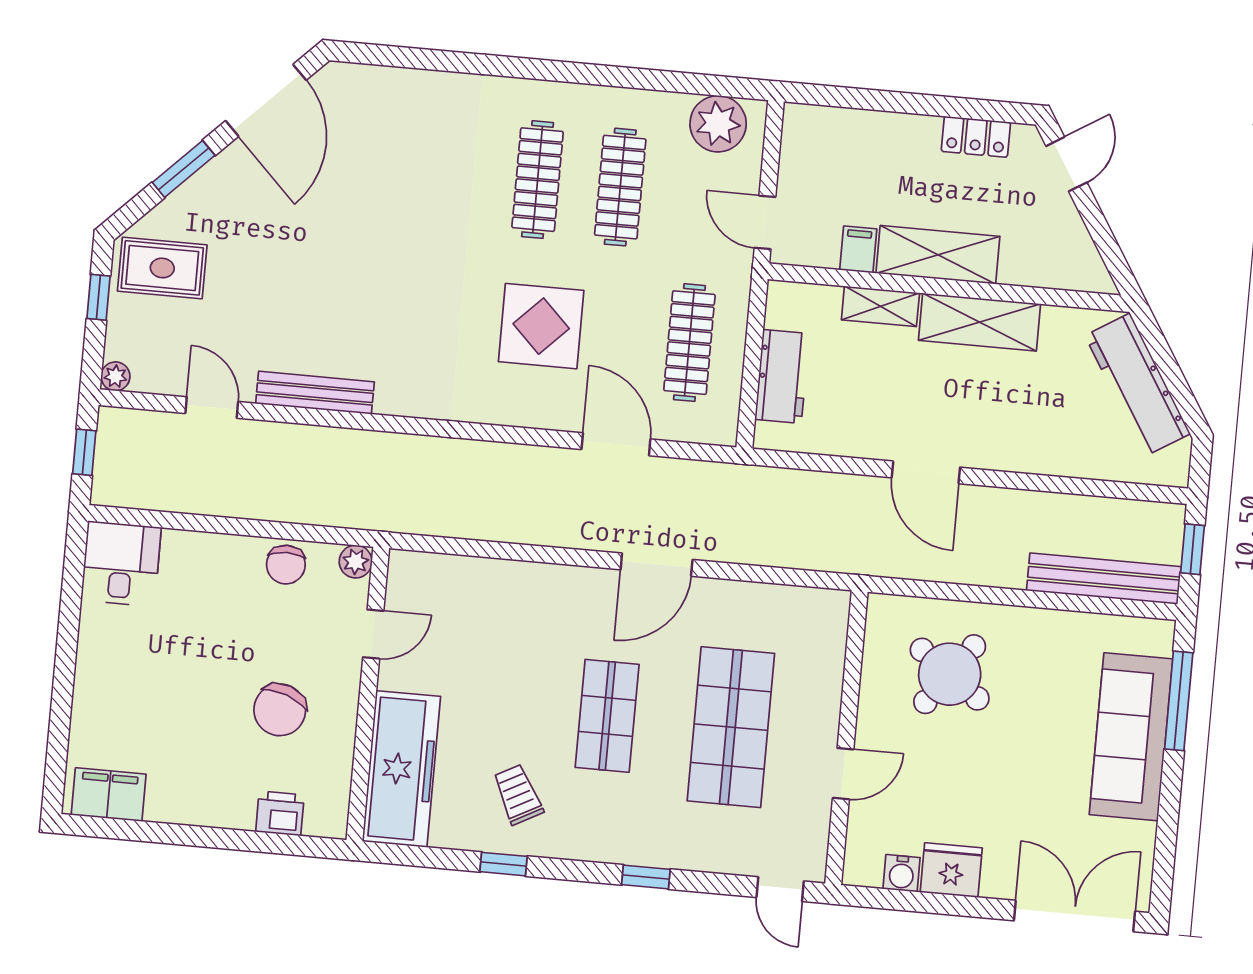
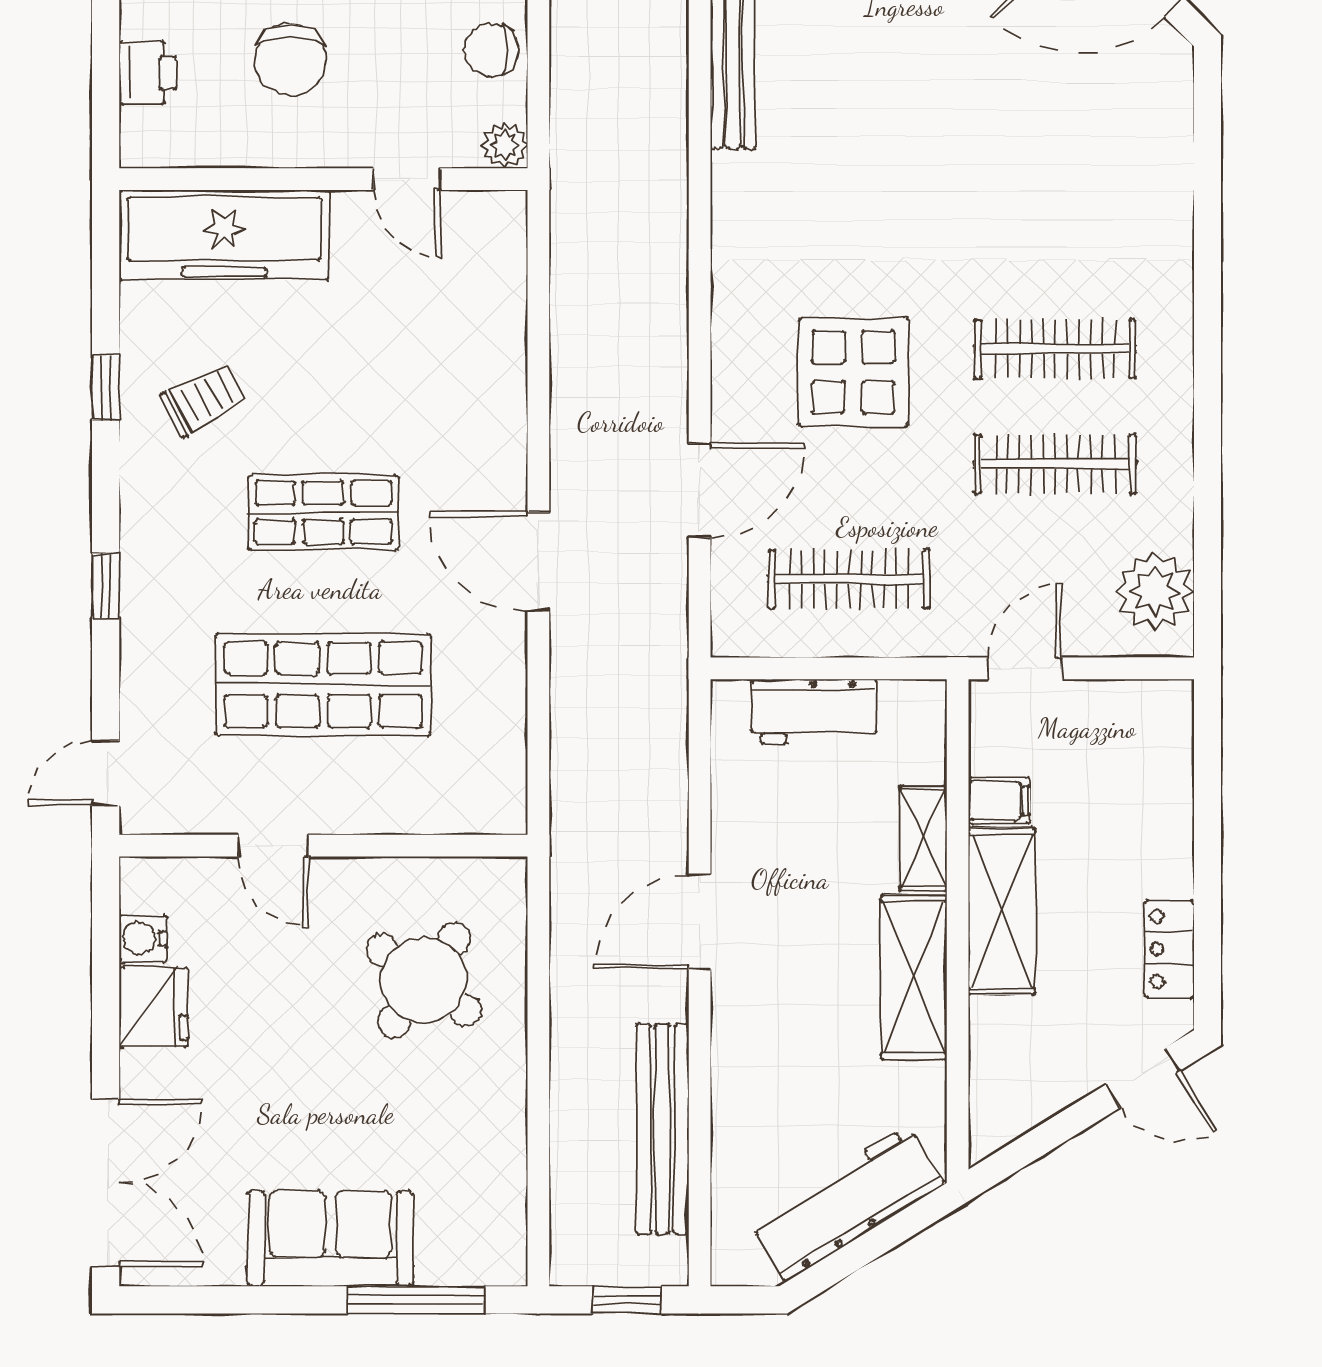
bench: (1104, 579) -> (663, 1129), moved
chair: (280, 710) -> (290, 60), turned -110
sofa: (1131, 737) -> (330, 1238), width x0.73

